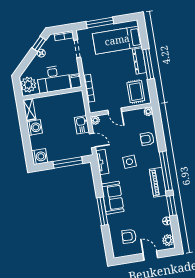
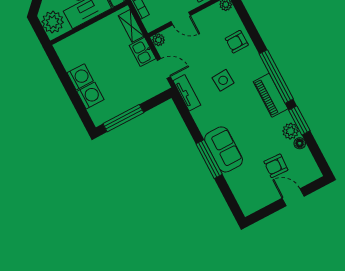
shelving: (29, 110) -> (131, 26), moved
washing machine: (40, 157) -> (90, 96), moved
window: (68, 163) -> (123, 118), moved
sofa: (113, 198) -> (224, 149), moved
armchair: (129, 236) -> (276, 166), moved
plant: (168, 240) -> (291, 131), moved

